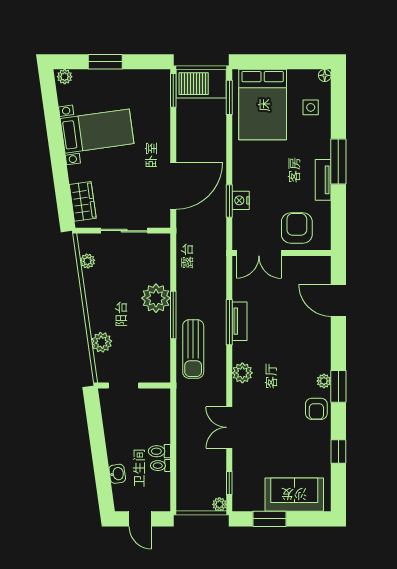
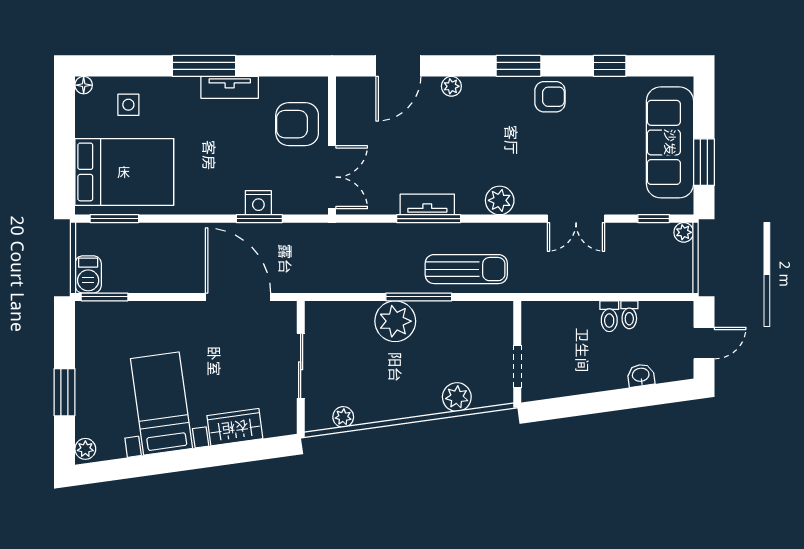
barbecue: (201, 84) -> (88, 274), width x0.53, depth x0.65
wardrobe: (83, 201) -> (235, 427), moved
plant: (324, 381) -> (451, 86), moved
sofa: (294, 495) -> (670, 142), width x1.36

